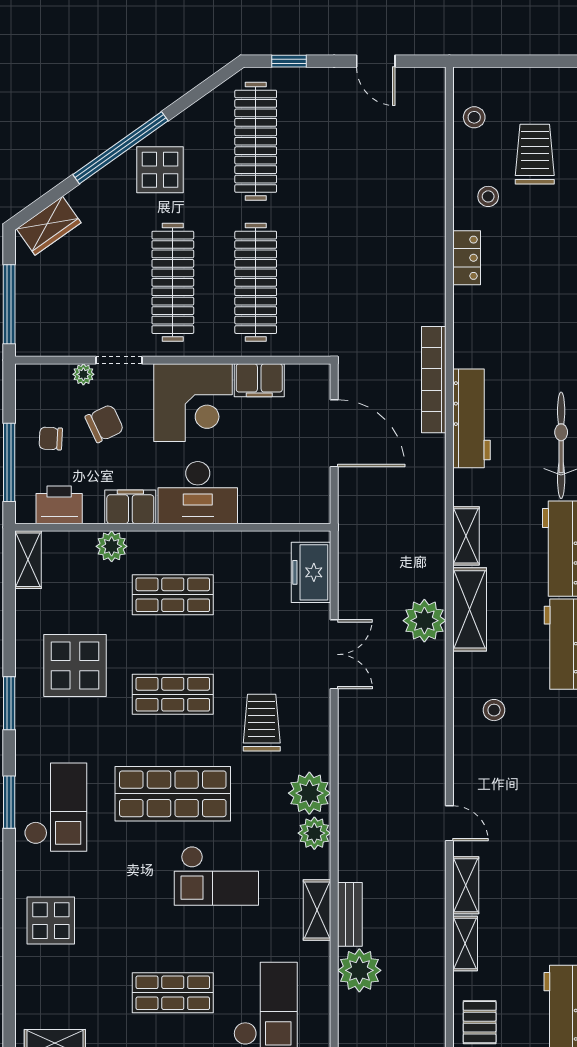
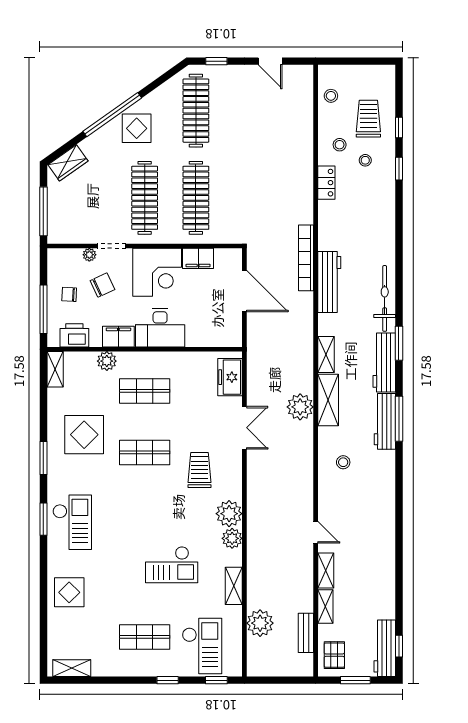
stool: (530, 222) -> (365, 160), added
shop shelf: (173, 794) -> (145, 514), removed
bench: (350, 914) -> (306, 633), moved

